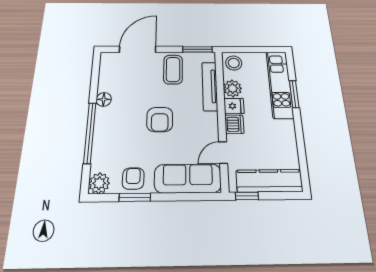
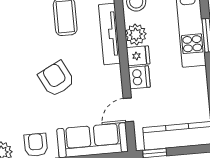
armchair: (160, 119) -> (56, 79), turned 153

